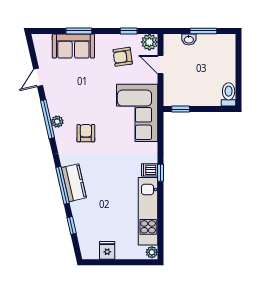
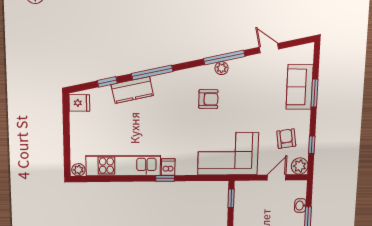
kitchen counter: (74, 183) -> (132, 90), moved
fridge: (107, 250) -> (79, 103), moved

